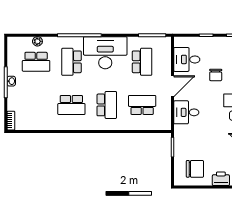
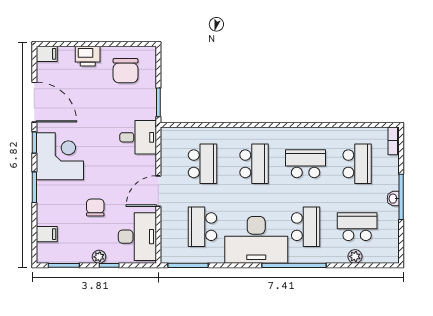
plant: (213, 41) -> (99, 257), added
desk: (187, 59) -> (137, 237), width x1.37
school desk: (36, 105) -> (357, 164), added
school desk: (107, 105) -> (254, 164), turned 180
school desk: (142, 105) -> (202, 164), turned -90
desk: (186, 112) -> (138, 137), moved
chair: (195, 169) -> (125, 71), turned -90

